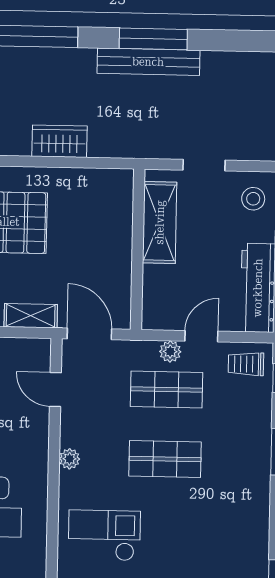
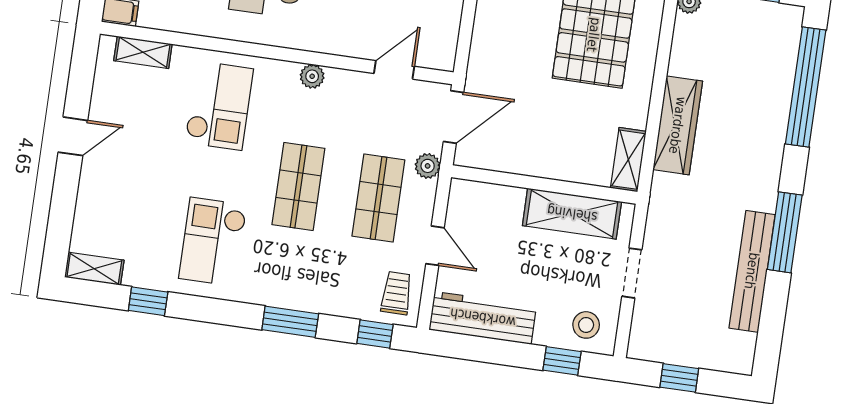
bench: (148, 62) -> (752, 271), moved
wardrobe: (60, 141) -> (678, 125), width x1.50
shelving: (31, 316) -> (628, 160), moved
plant: (170, 352) -> (428, 166), moved
checkout: (221, 526) -> (213, 242), added

